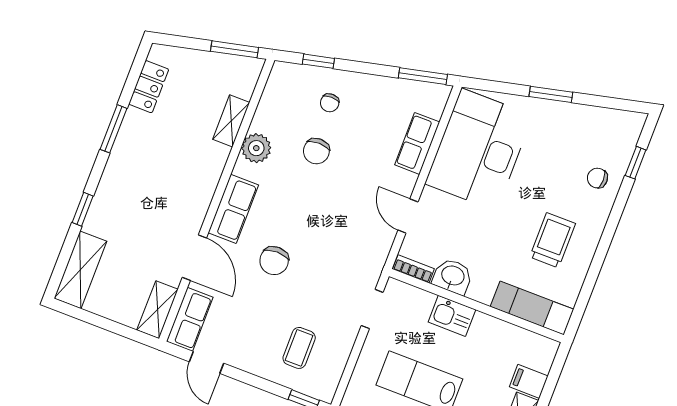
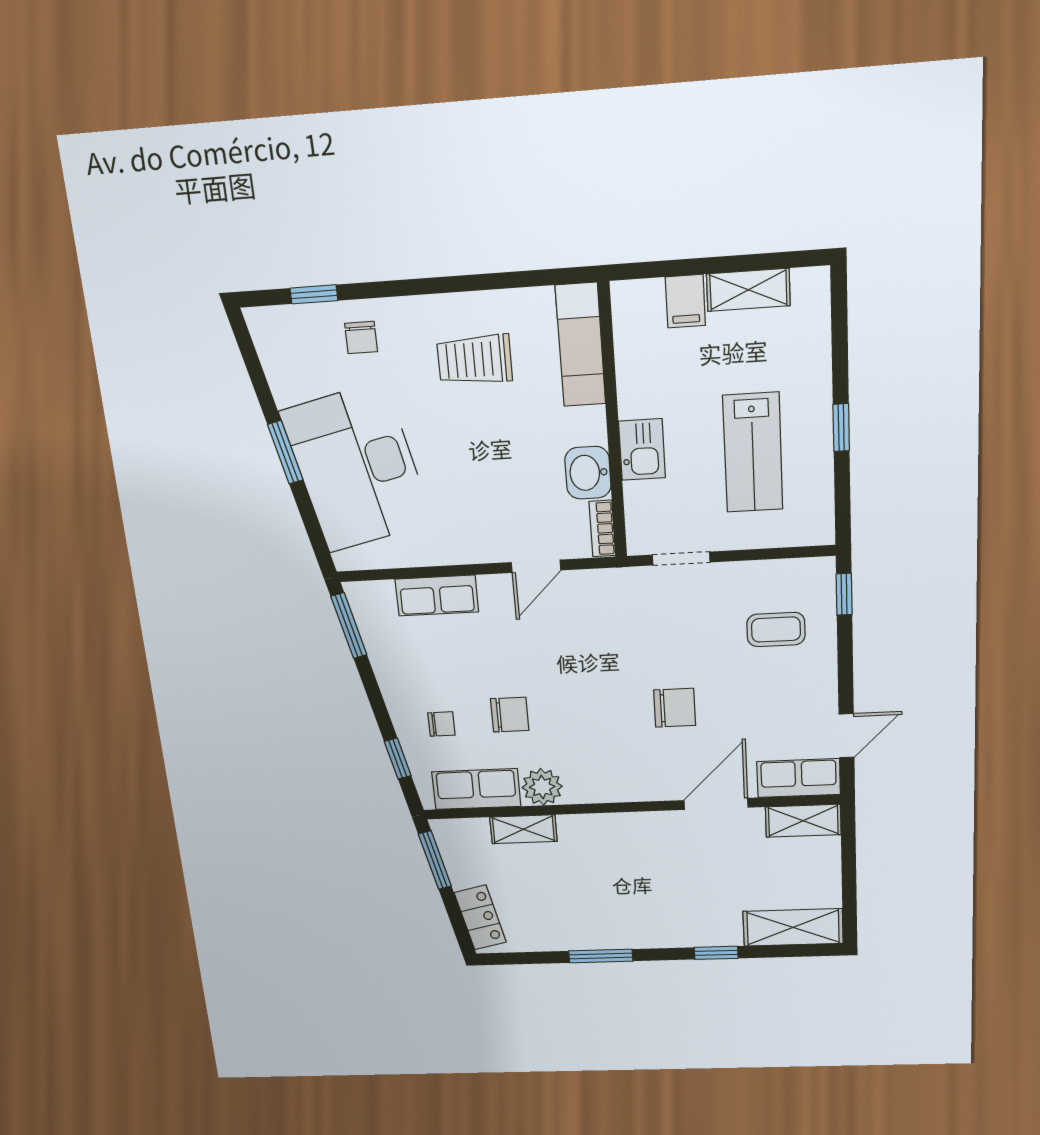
locker: (149, 87) -> (480, 917), moved, turned 77
desk: (479, 150) -> (357, 467), moved, turned 77
row of seats: (233, 209) -> (476, 789), moved

